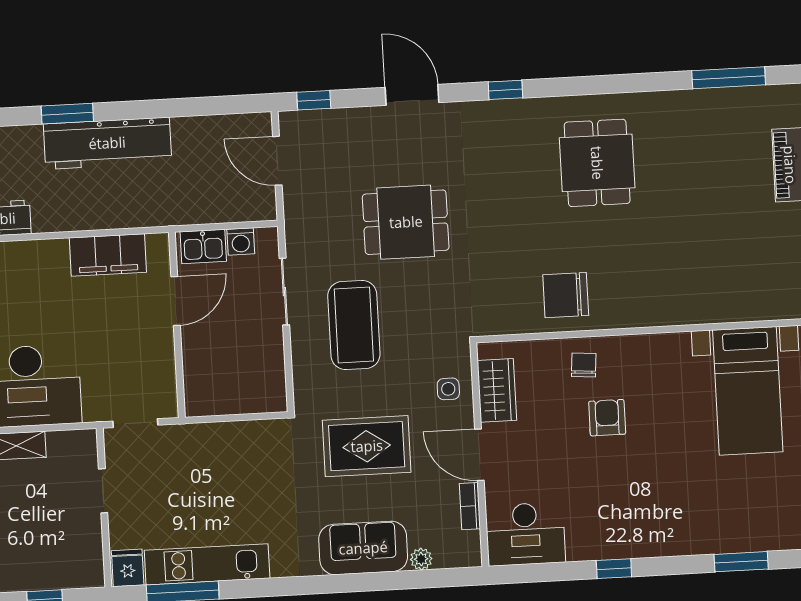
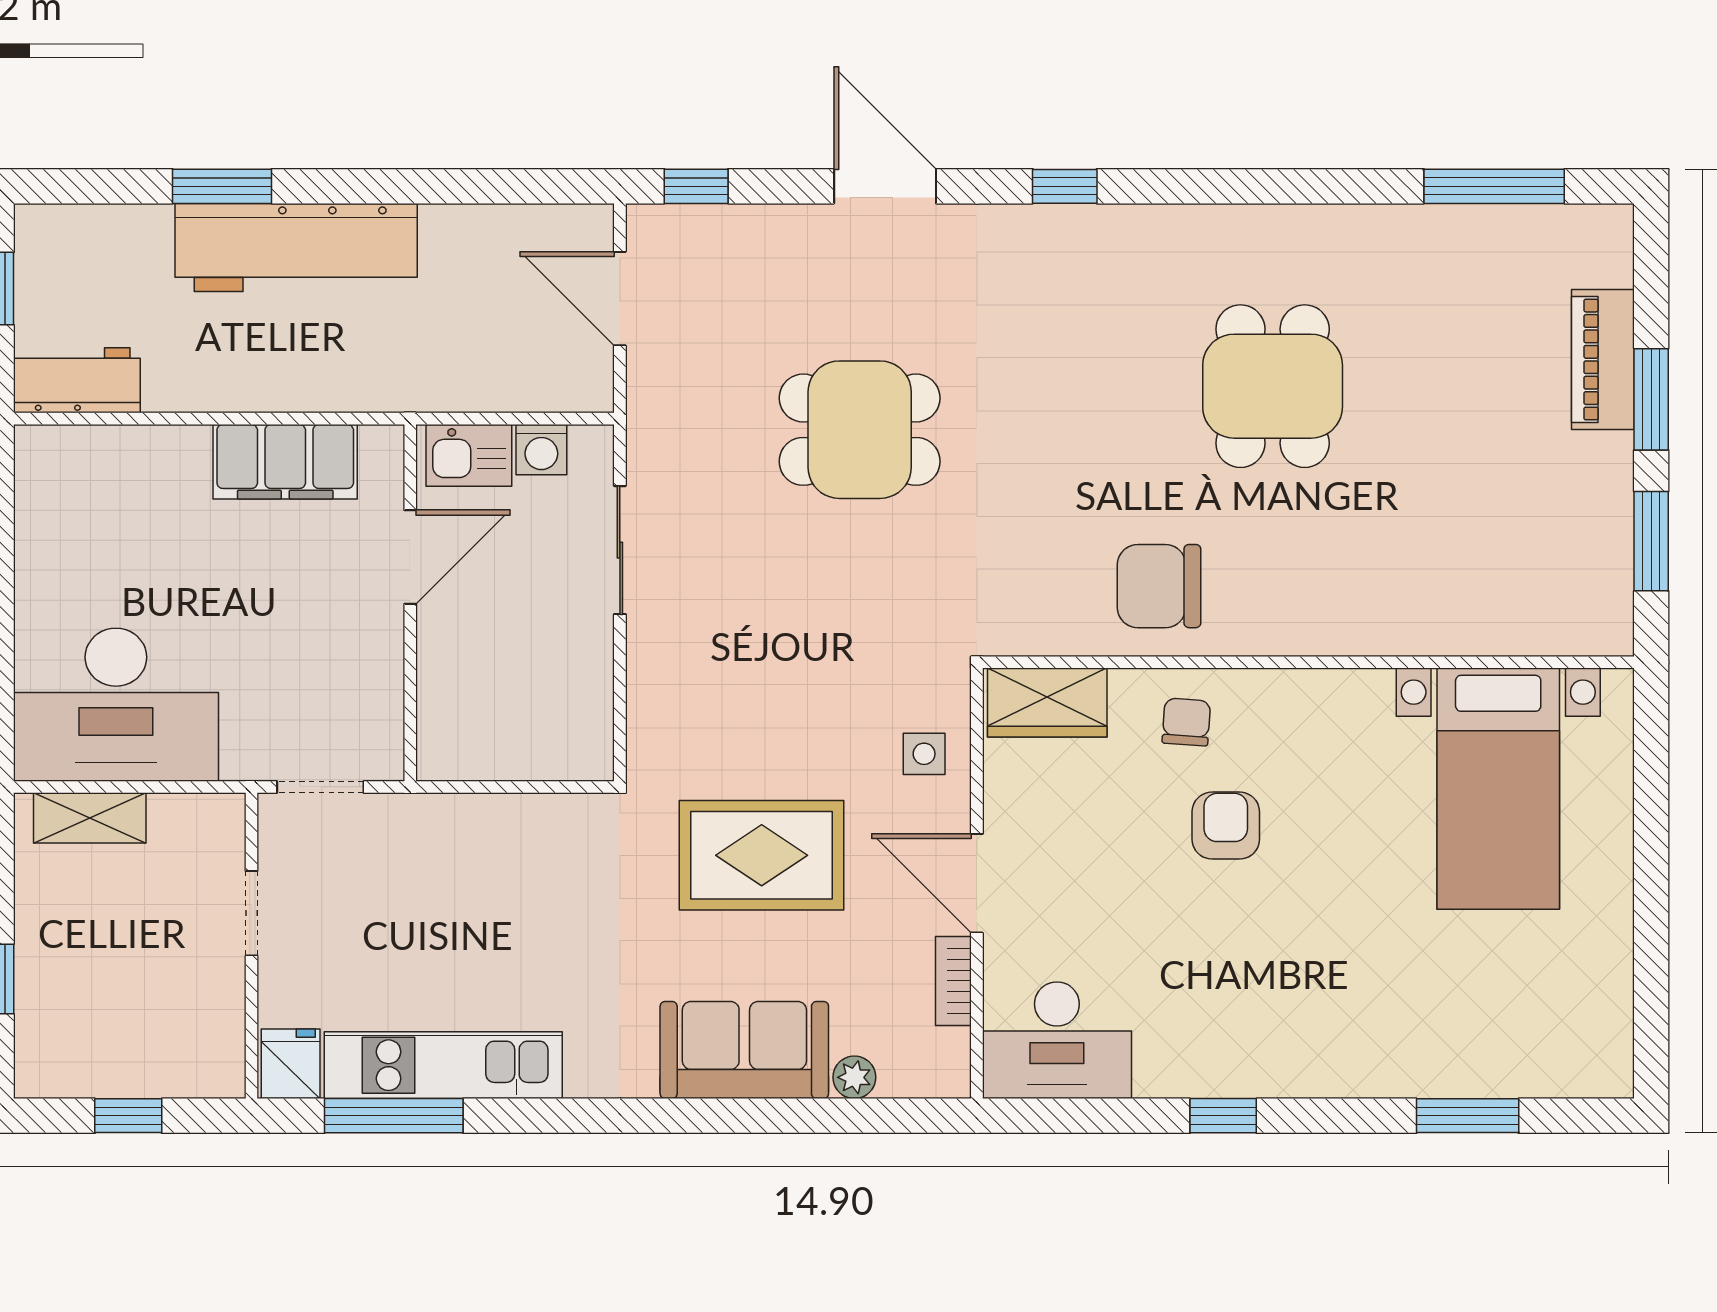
dining table: (597, 163) -> (1273, 386), moved
coffee table: (354, 325) -> (750, 621), removed
wardrobe: (497, 390) -> (1047, 703), moved, turned 90

